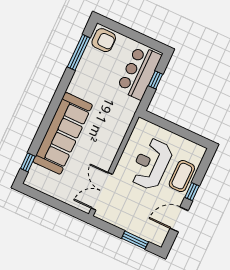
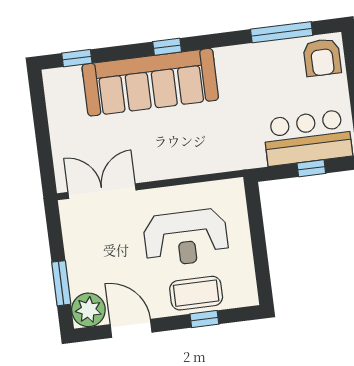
window: (50, 114) -> (167, 47), added
reception desk: (151, 164) -> (186, 238), turned 180
window: (192, 192) -> (204, 319), moved
plant: (157, 235) -> (88, 310), added

